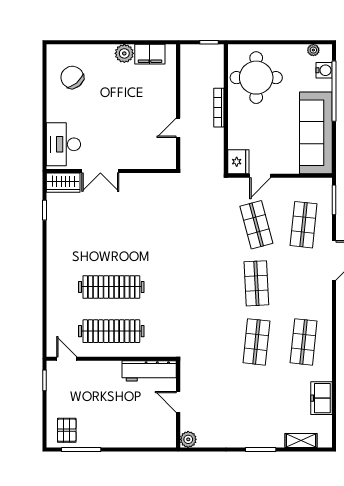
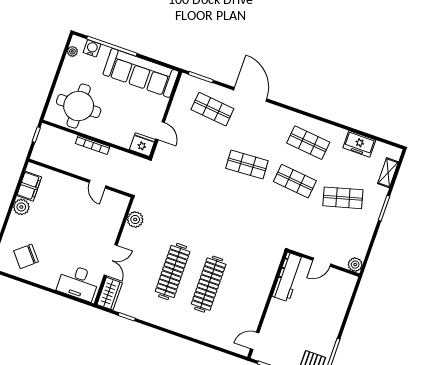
plant: (154, 182) -> (135, 219), added
shop shelf: (256, 225) -> (343, 198), moved
clothes rail: (111, 331) -> (173, 272), moved

